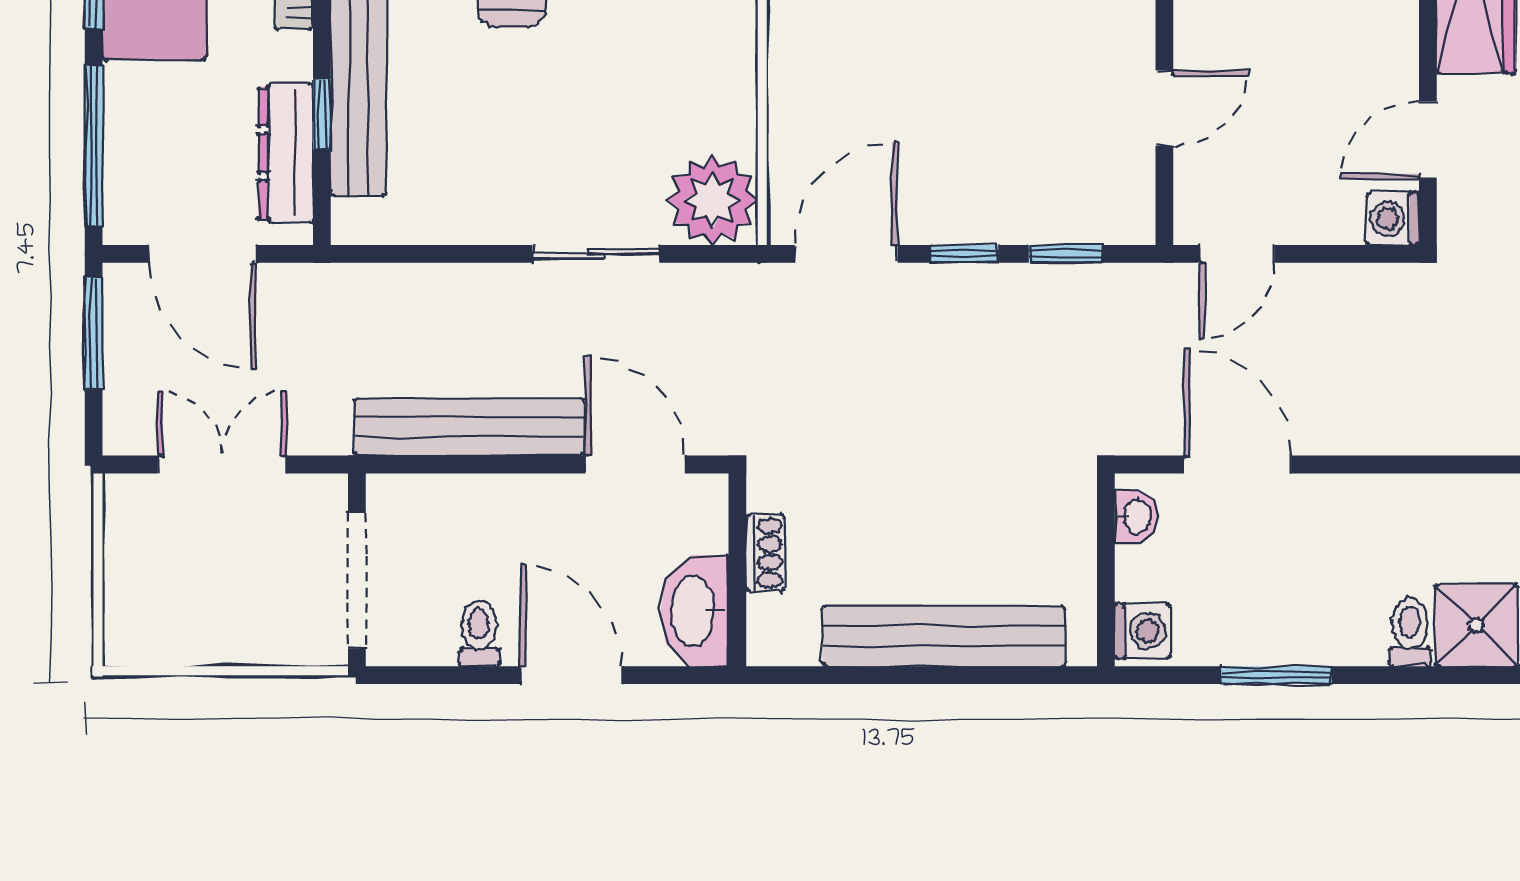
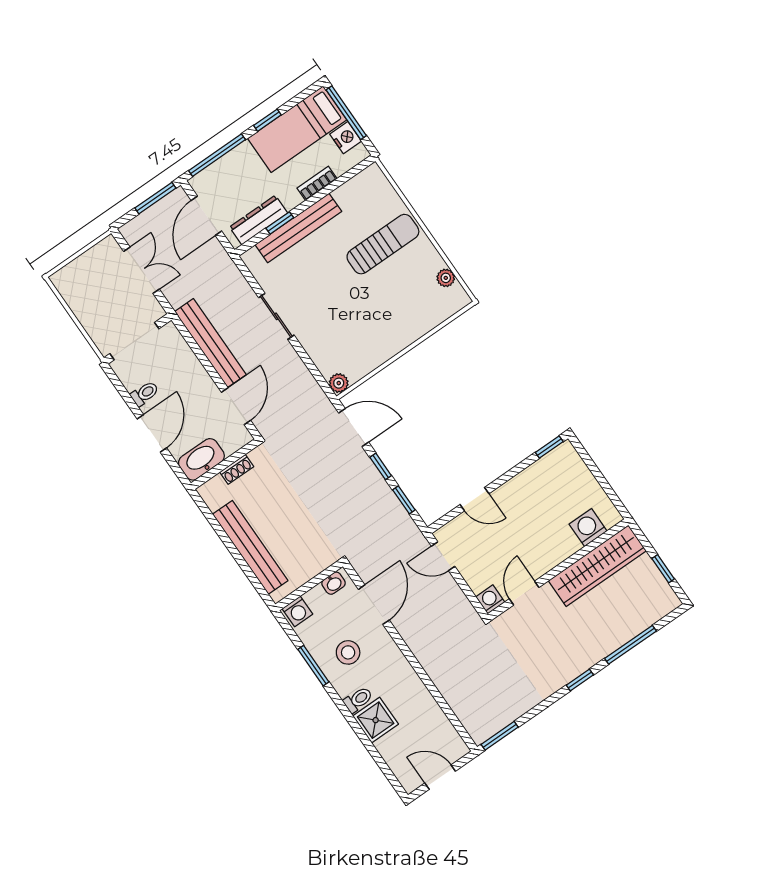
door: (1428, 140) -> (524, 593), hinge flipped
plant: (713, 200) -> (339, 383), width x0.53, depth x0.53
sliding door: (596, 254) -> (276, 316), moved
stool: (1299, 585) -> (348, 652), added

